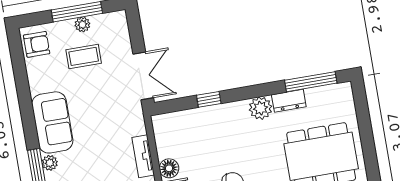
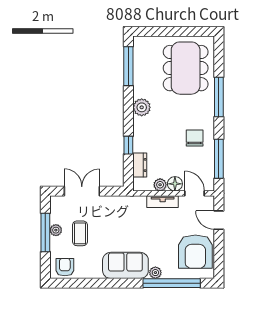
double door: (143, 76) -> (82, 191), moved
dresser: (289, 101) -> (140, 165), moved
plant: (164, 149) -> (160, 185), added

